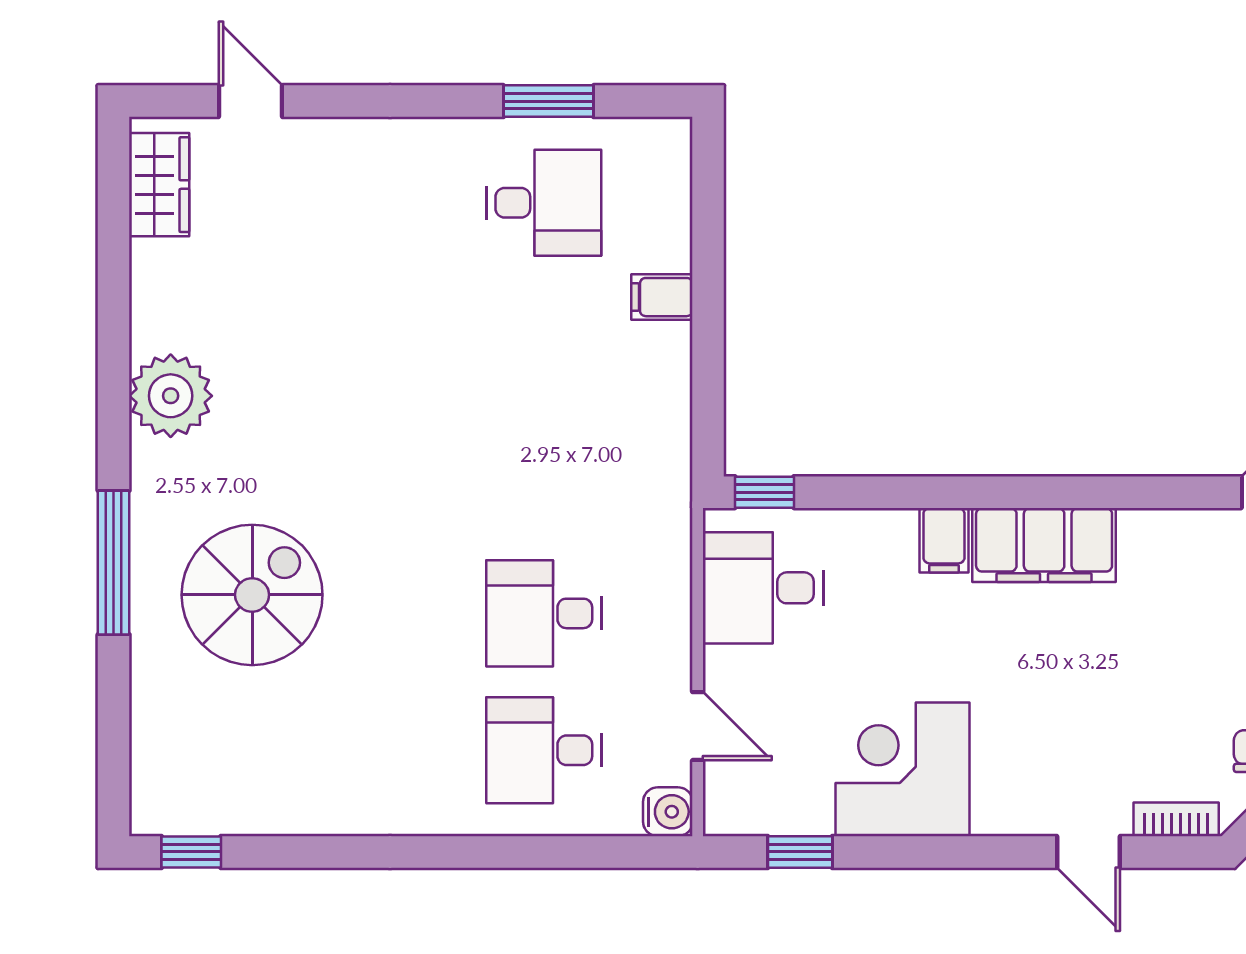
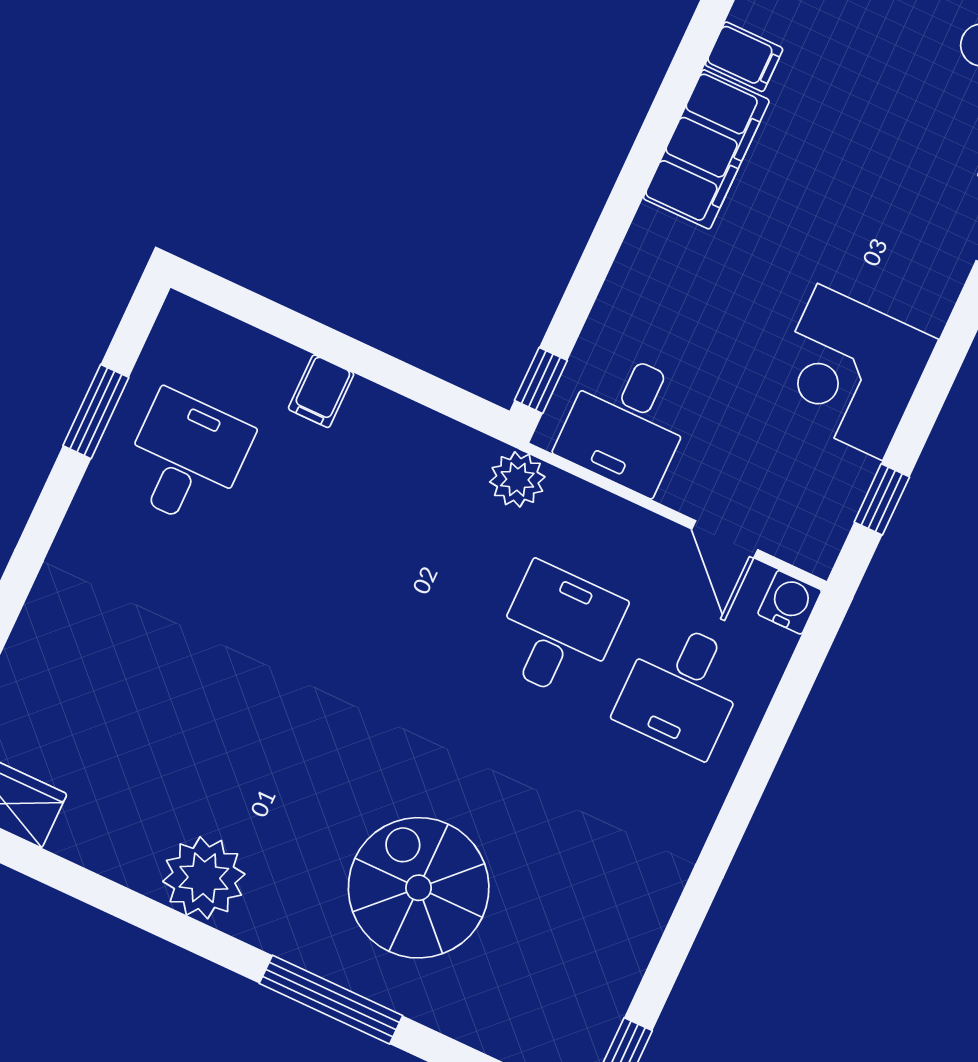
plant: (665, 513) -> (517, 479), added
filing cabinet: (944, 540) -> (744, 57), moved
desk: (544, 613) -> (558, 631), turned 180
door: (698, 726) -> (725, 539), swing flipped

